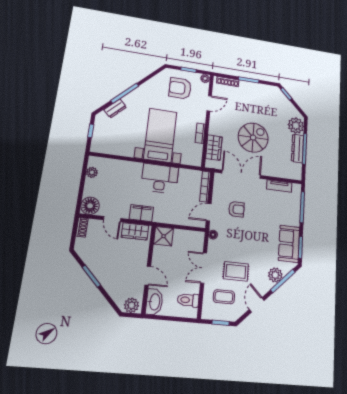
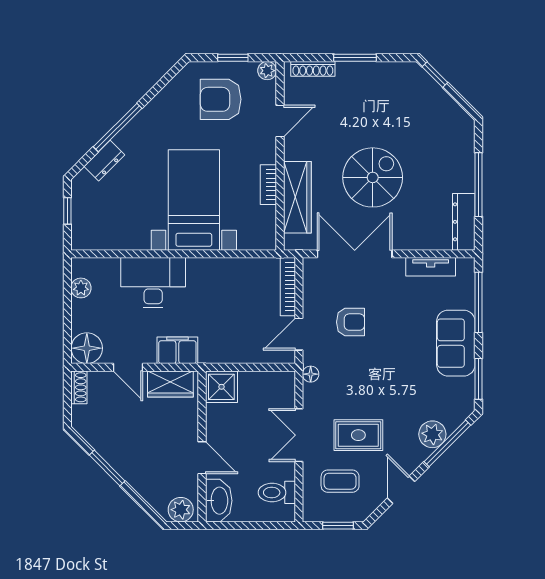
plant: (296, 126) -> (458, 139), removed
wardrobe: (214, 148) -> (297, 197), width x1.50
dresser: (297, 148) -> (464, 222), moved
desk: (160, 178) -> (153, 283), moved
sofa: (289, 244) -> (456, 343), moved

